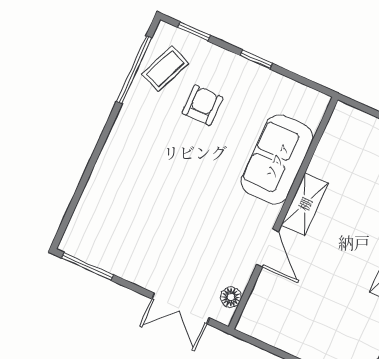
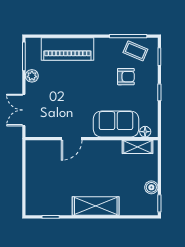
piano: (109, 185) -> (67, 49), added
shelving: (305, 204) -> (138, 147), moved
plant: (127, 268) -> (32, 76), added
floor lamp: (231, 297) -> (145, 132), moved

